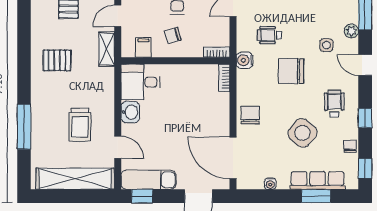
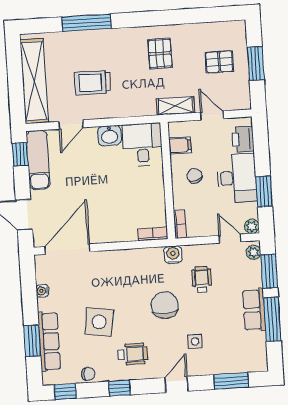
plant: (351, 31) -> (212, 367), removed
chair: (250, 115) -> (115, 265), removed
side table: (302, 133) -> (99, 322), turned -31

